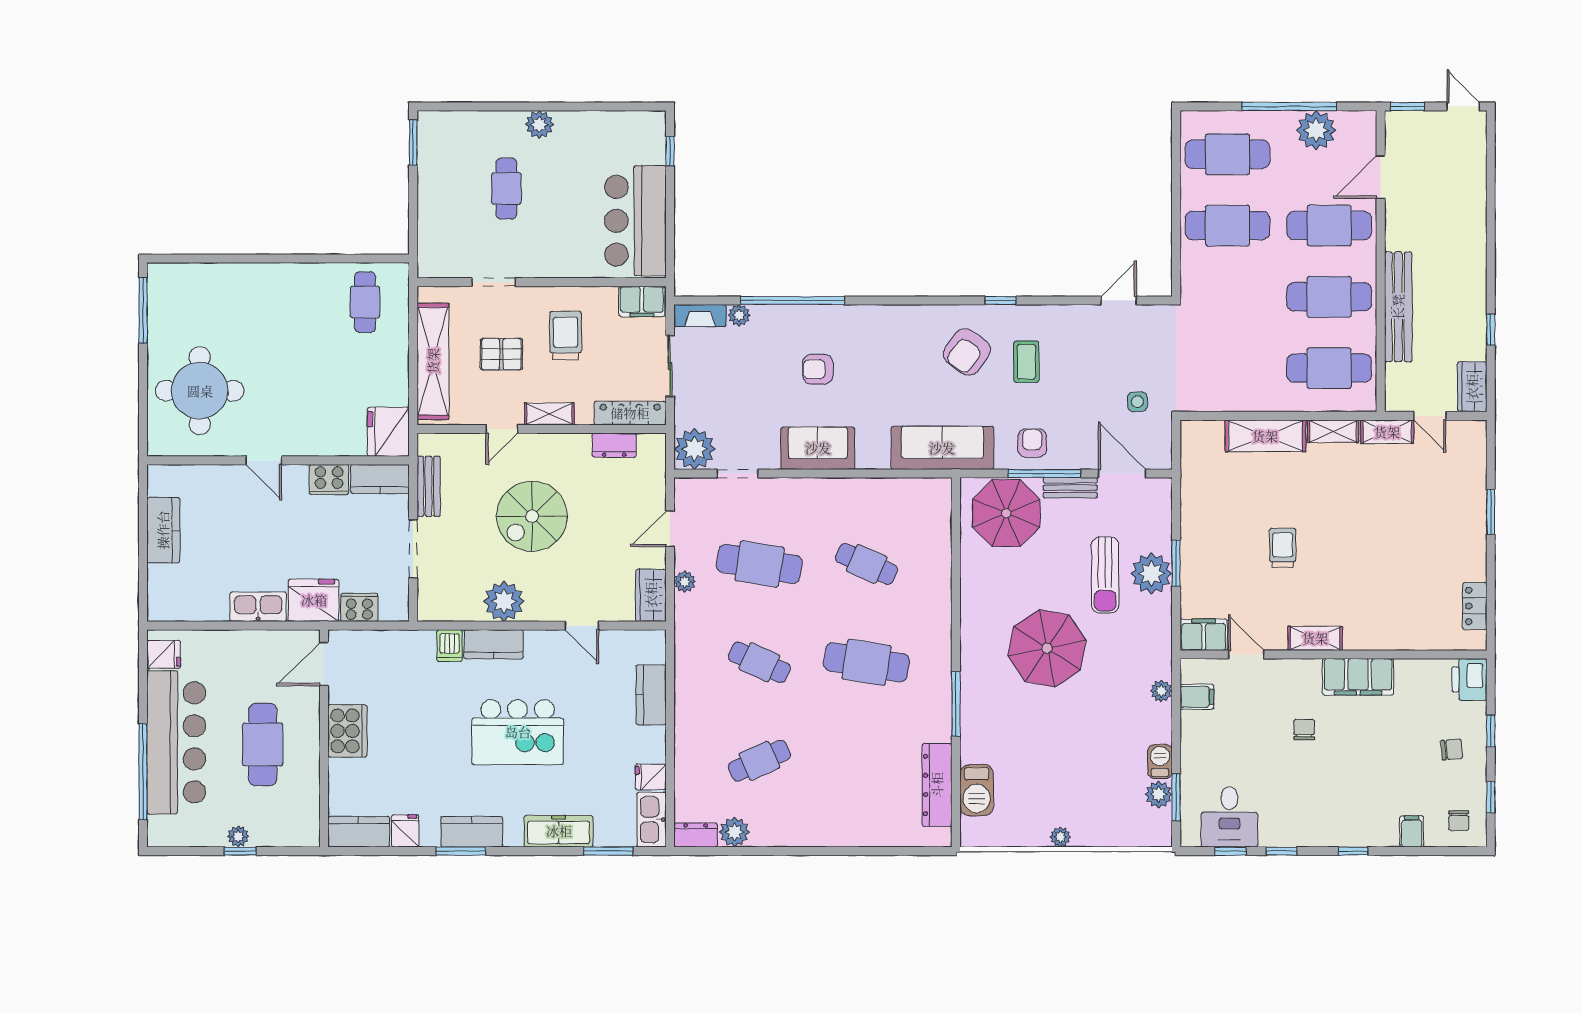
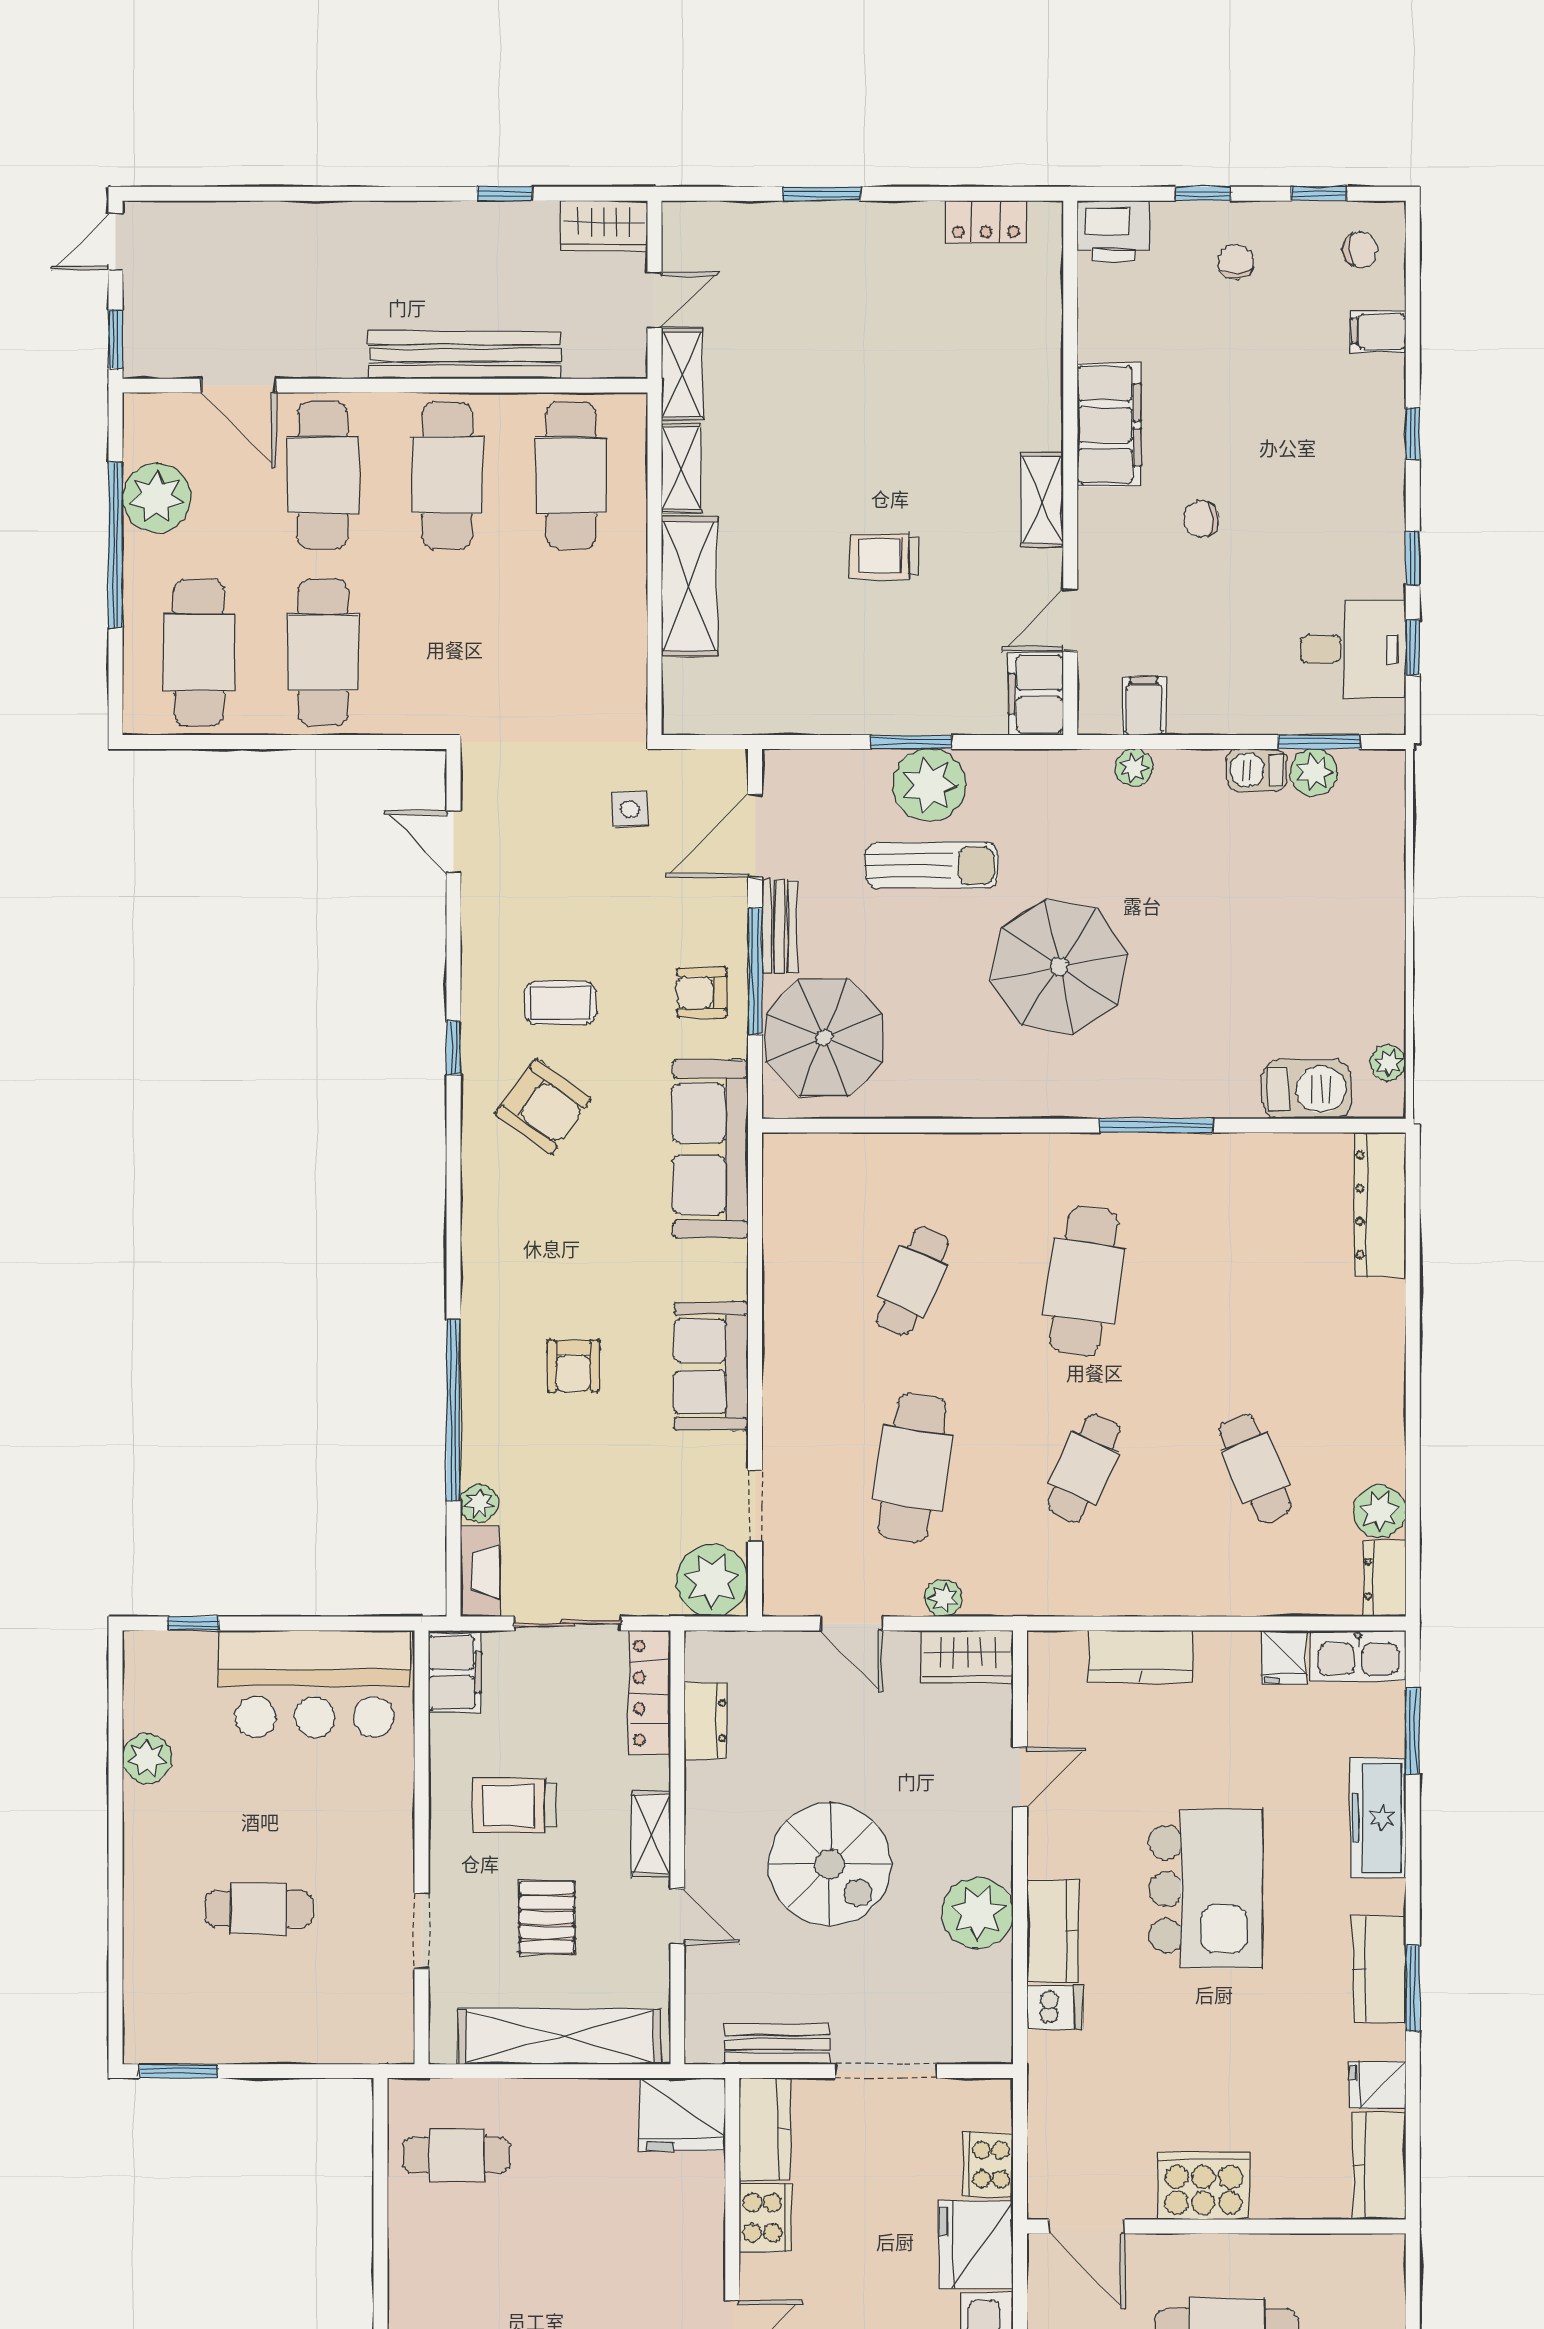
plant: (539, 125) -> (147, 1758), moved
dresser: (937, 785) -> (1380, 1205), moved, turned 90
plant: (1060, 837) -> (1388, 1063), moved

